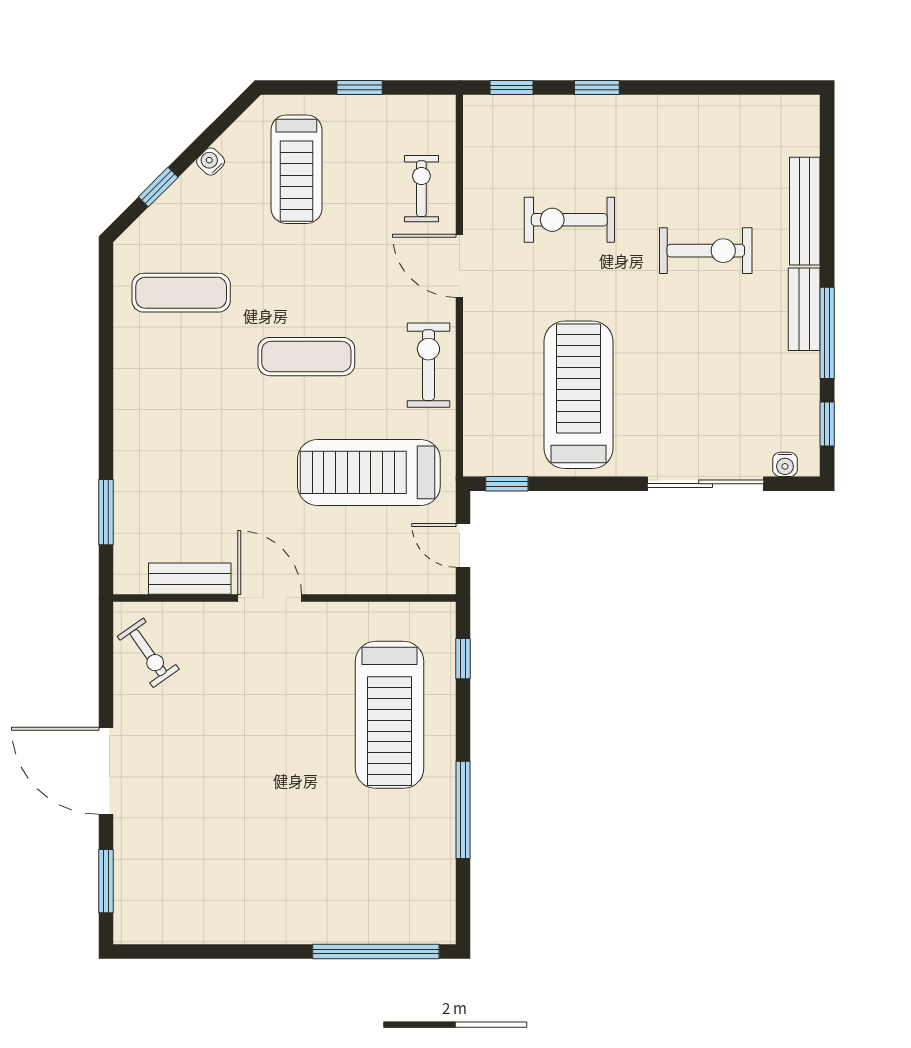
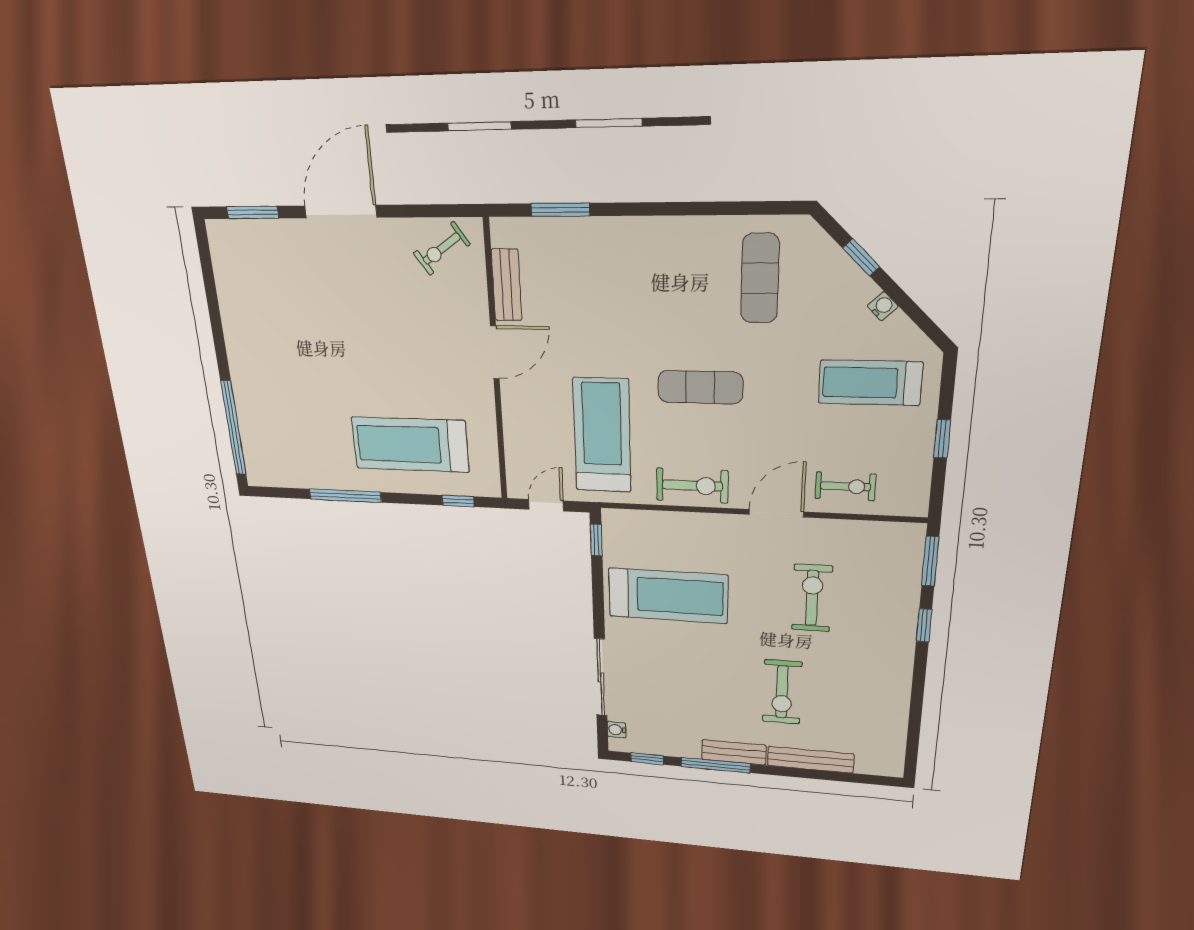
window: (511, 87) -> (930, 561), width x1.50
exercise mat: (306, 357) -> (700, 387), turned 90

